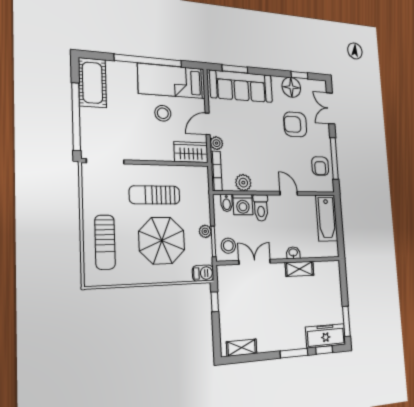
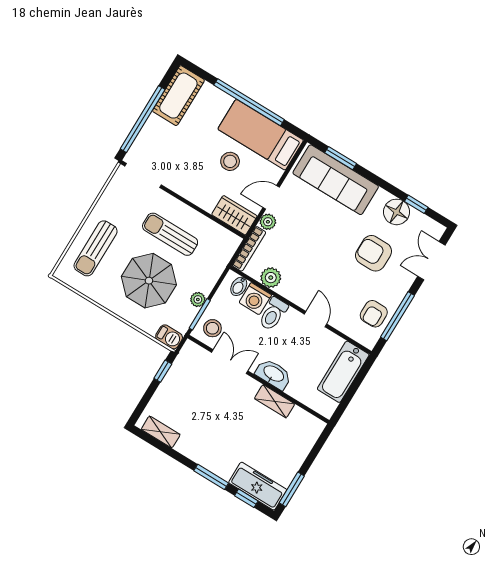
washbasin: (293, 253) -> (273, 374), width x1.91, depth x1.45

